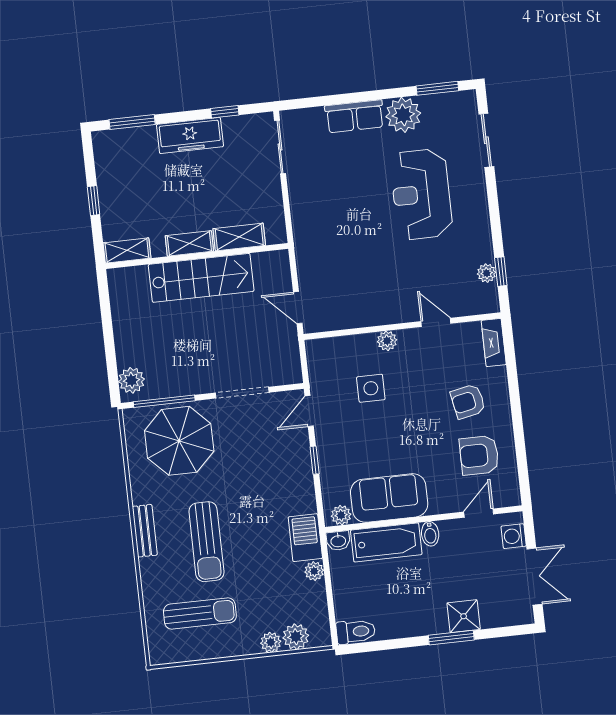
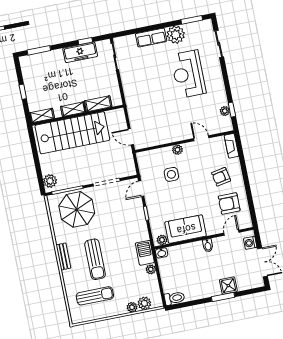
freezer: (190, 136) -> (80, 52), moved
stairs: (201, 278) -> (72, 133), width x1.36, depth x1.51
bathtub: (386, 542) -> (186, 252), removed

